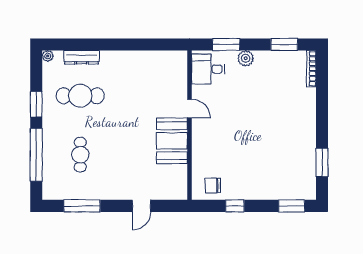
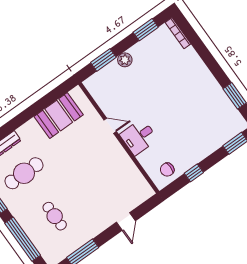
desk: (208, 69) -> (139, 137), moved
booth: (172, 141) -> (59, 116), moved, turned 90

